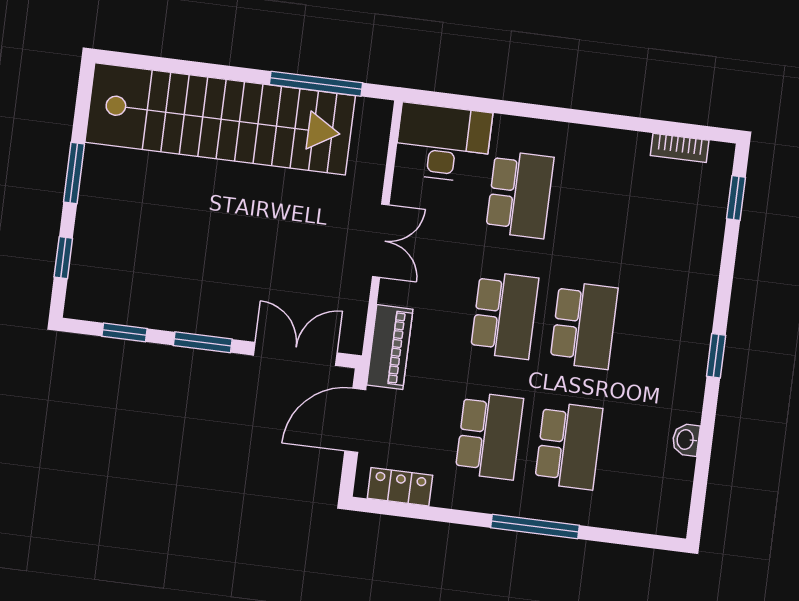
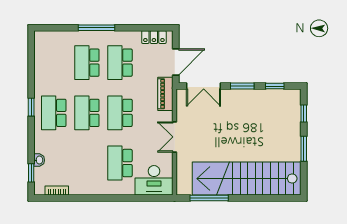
school desk: (663, 335) -> (54, 113), added
washbasin: (686, 440) -> (39, 160), moved

